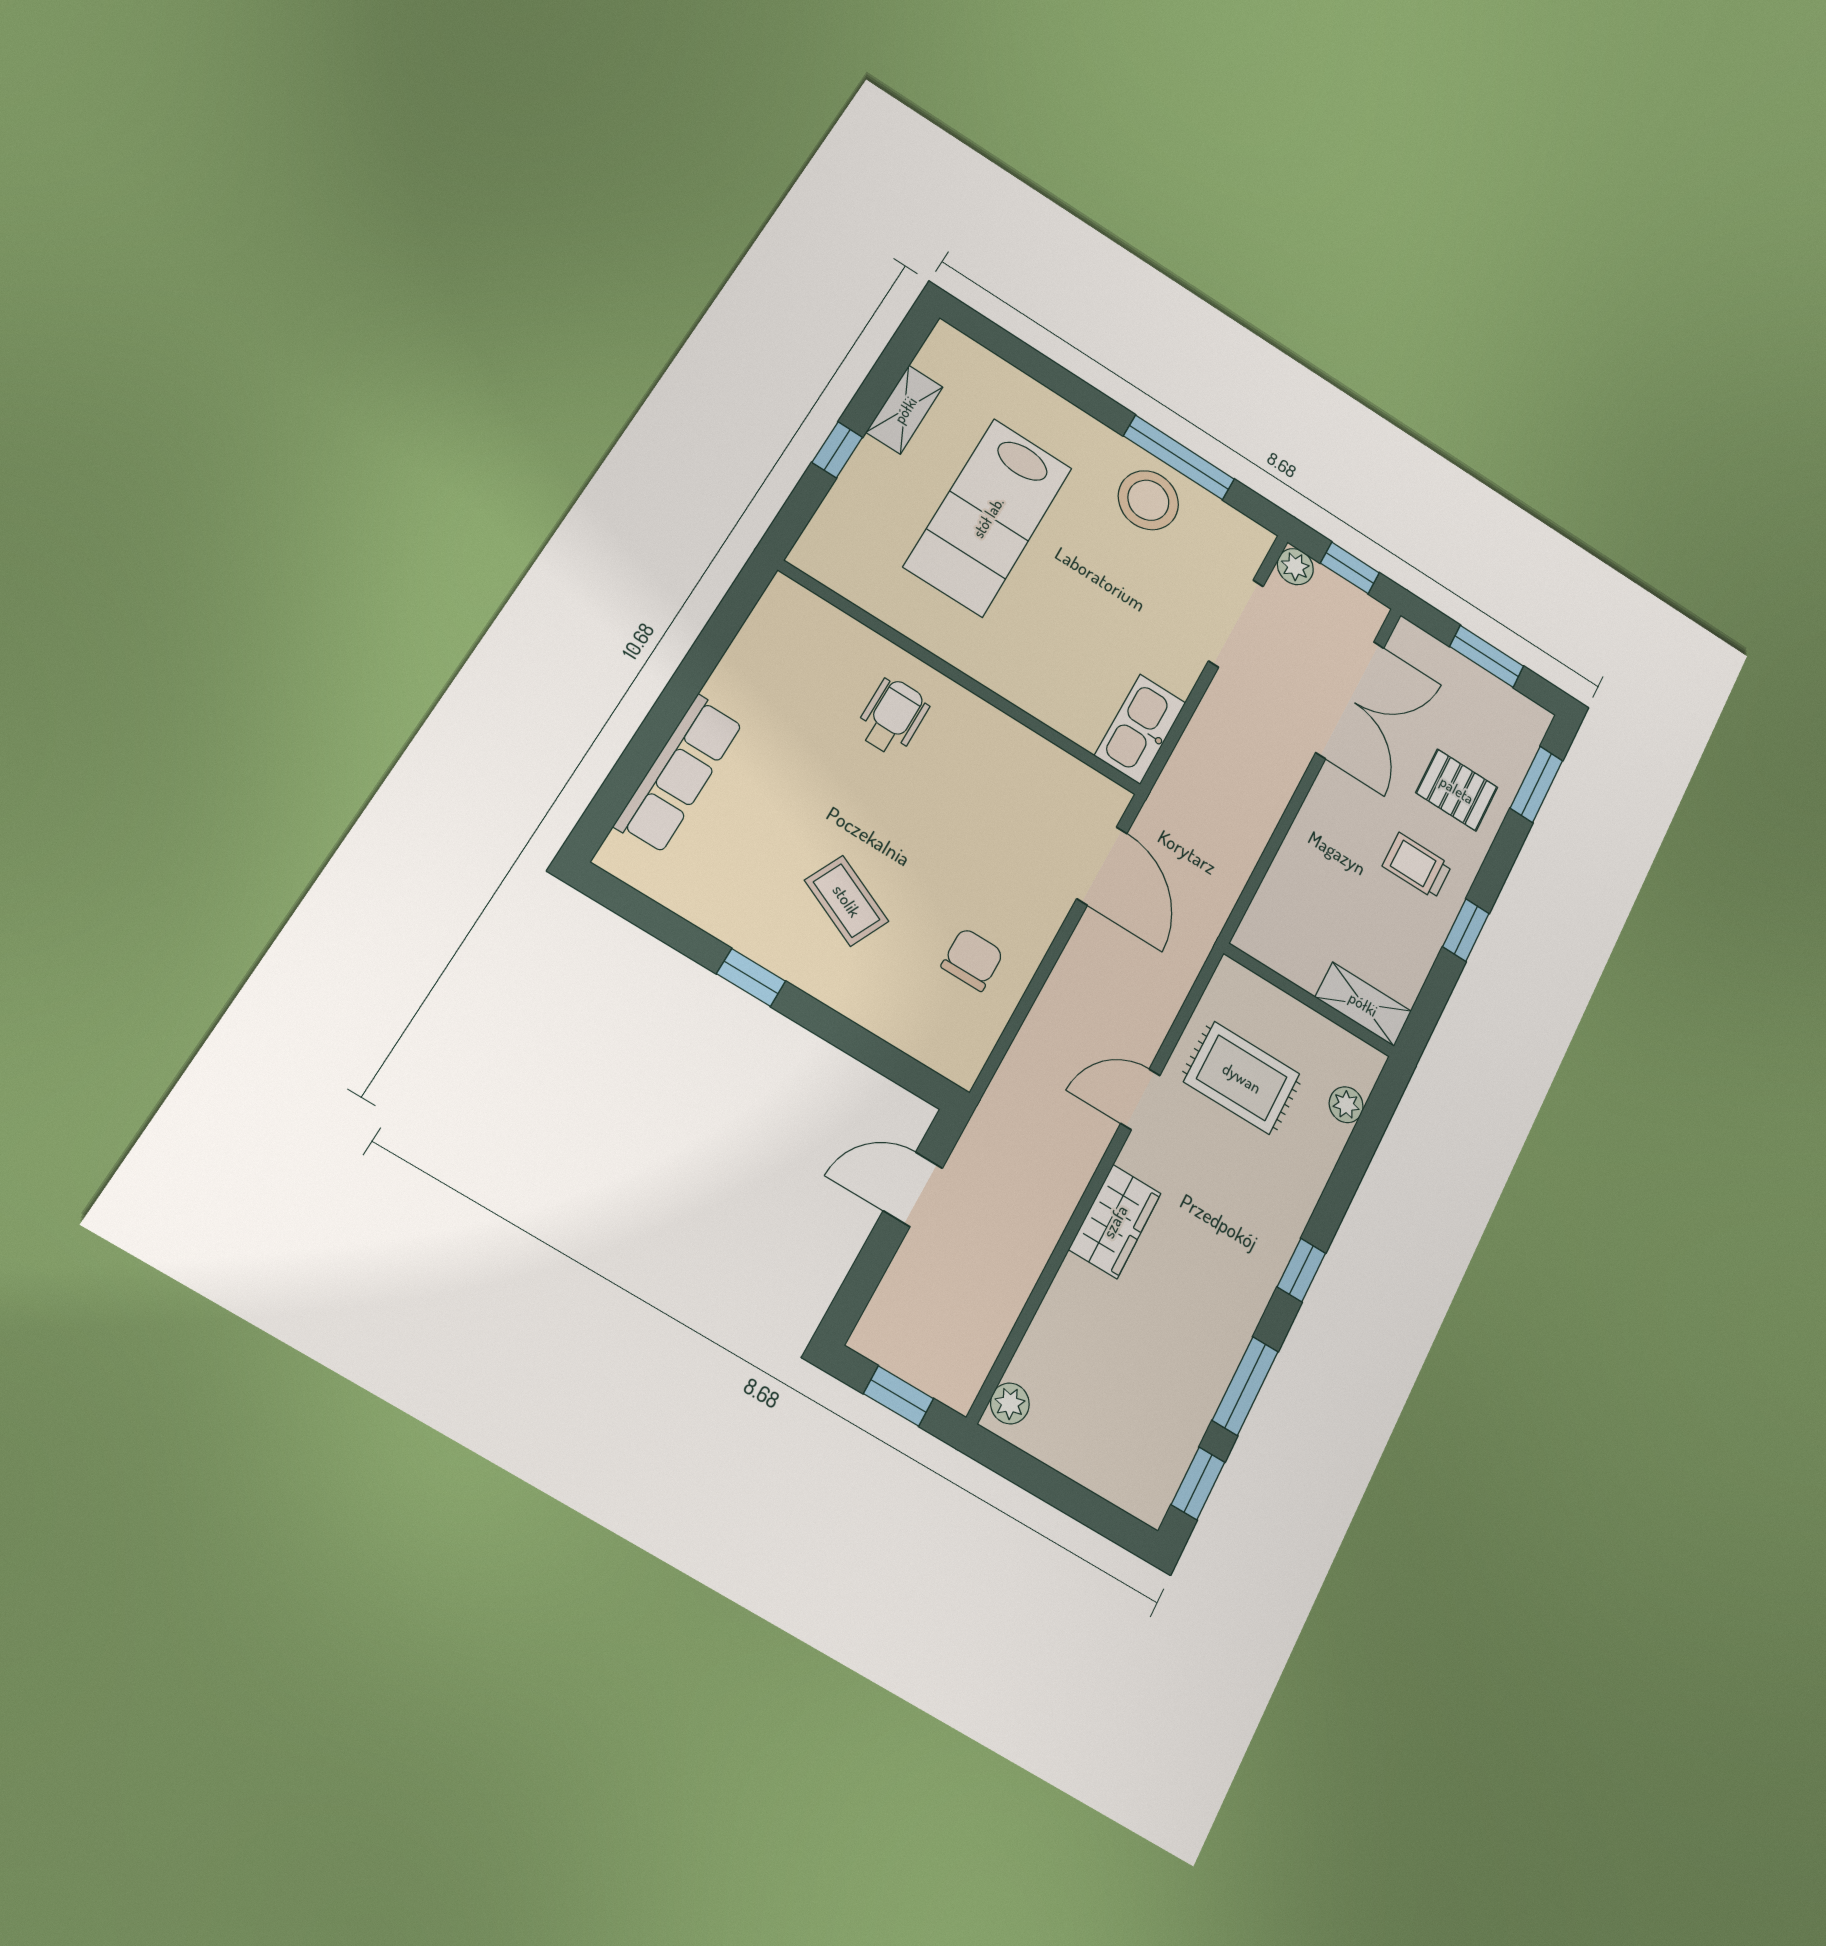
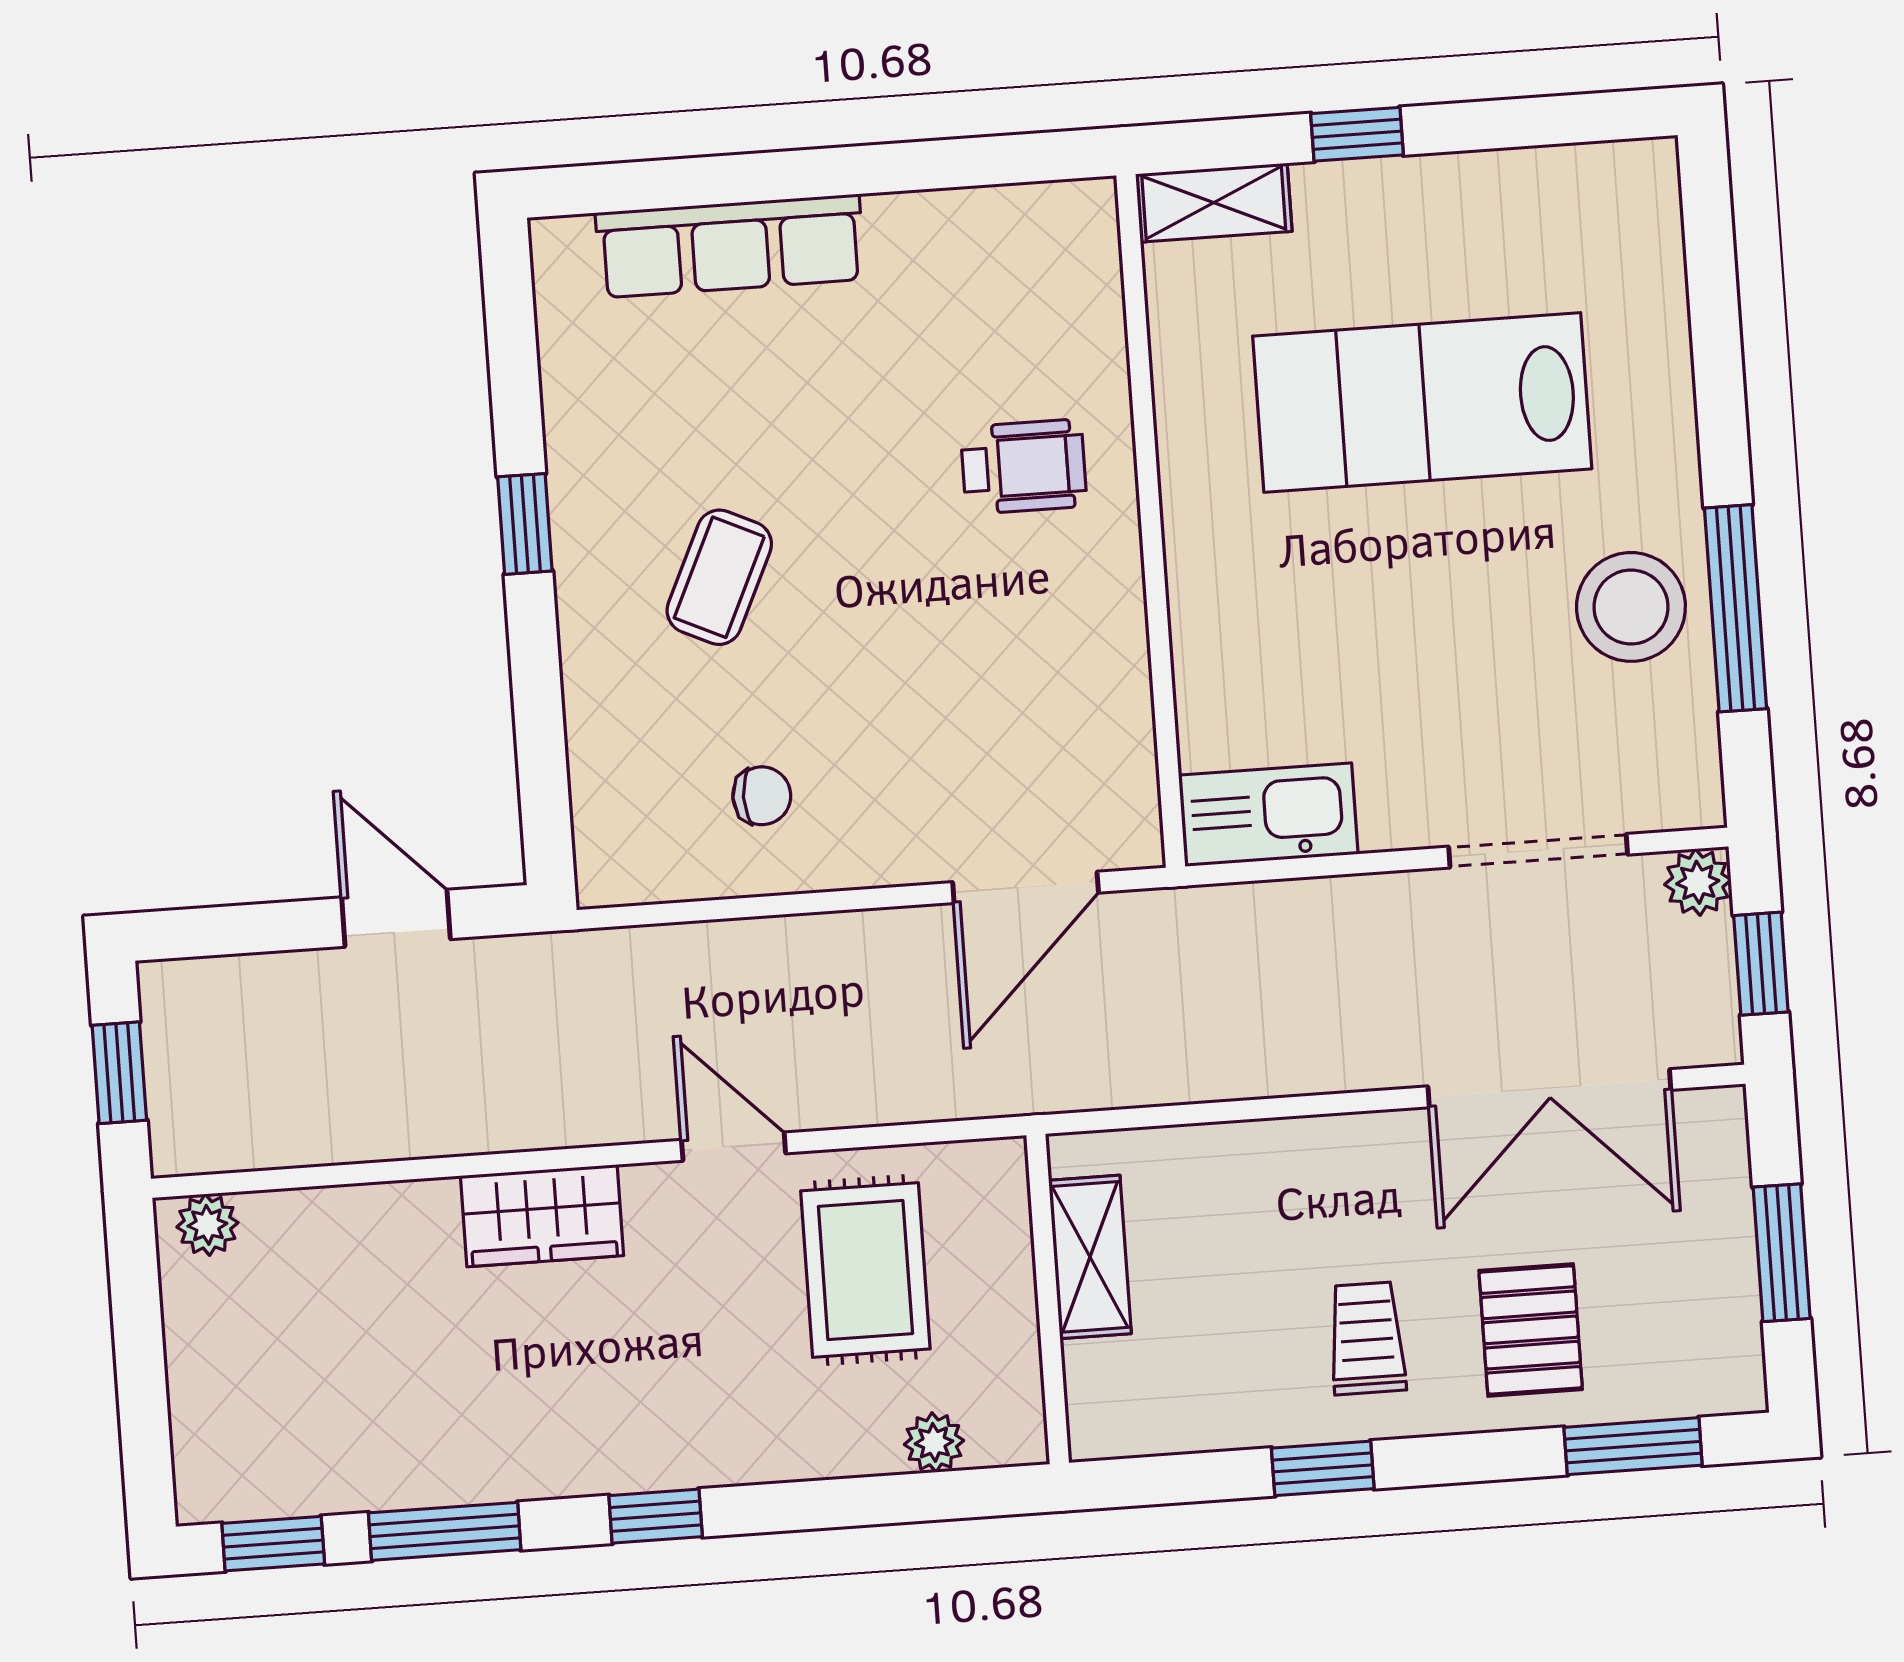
shelving: (905, 410) -> (1214, 203), moved
chair: (972, 959) -> (762, 796), width x0.73, depth x0.73
shelving: (1363, 1004) -> (1090, 1257), moved

